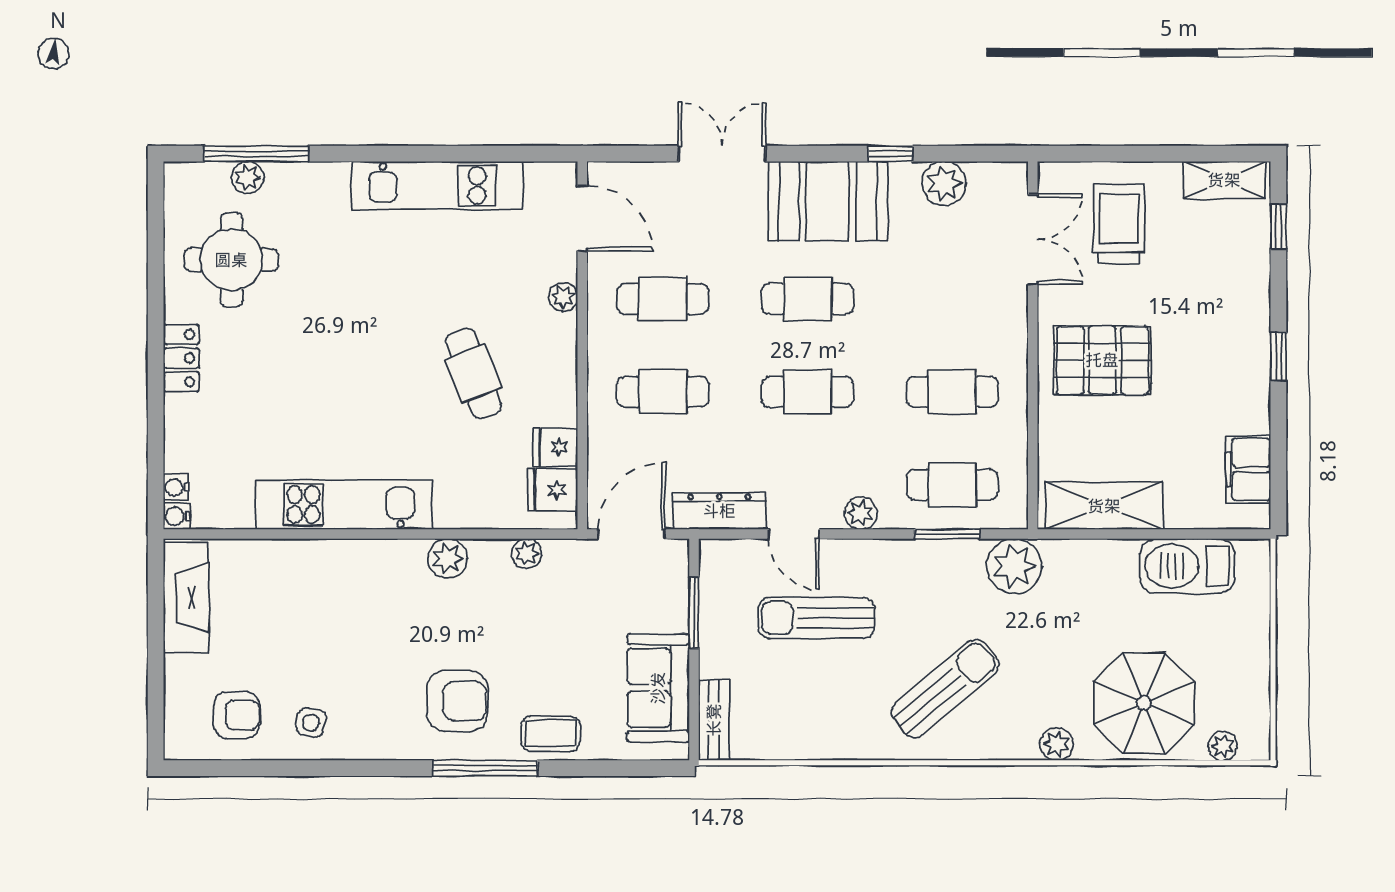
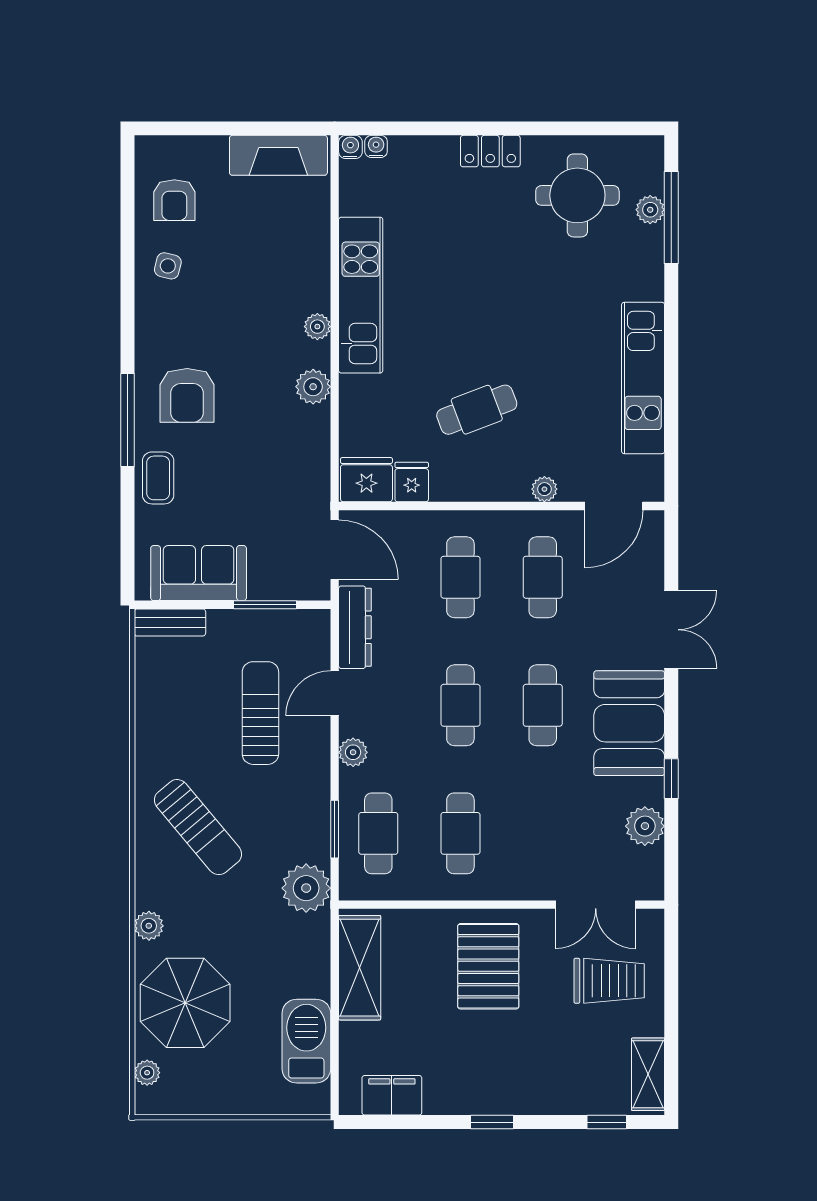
fridge: (553, 490) -> (366, 480), width x1.38
plant: (527, 554) -> (317, 327), moved

